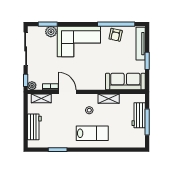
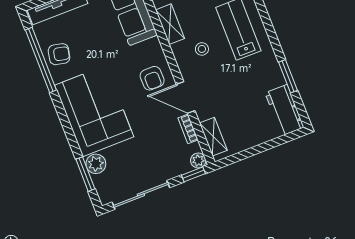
armchair: (84, 78) -> (152, 78), added
door: (67, 92) -> (186, 97), hinge flipped
workbench: (34, 127) -> (285, 110), moved, turned -90

